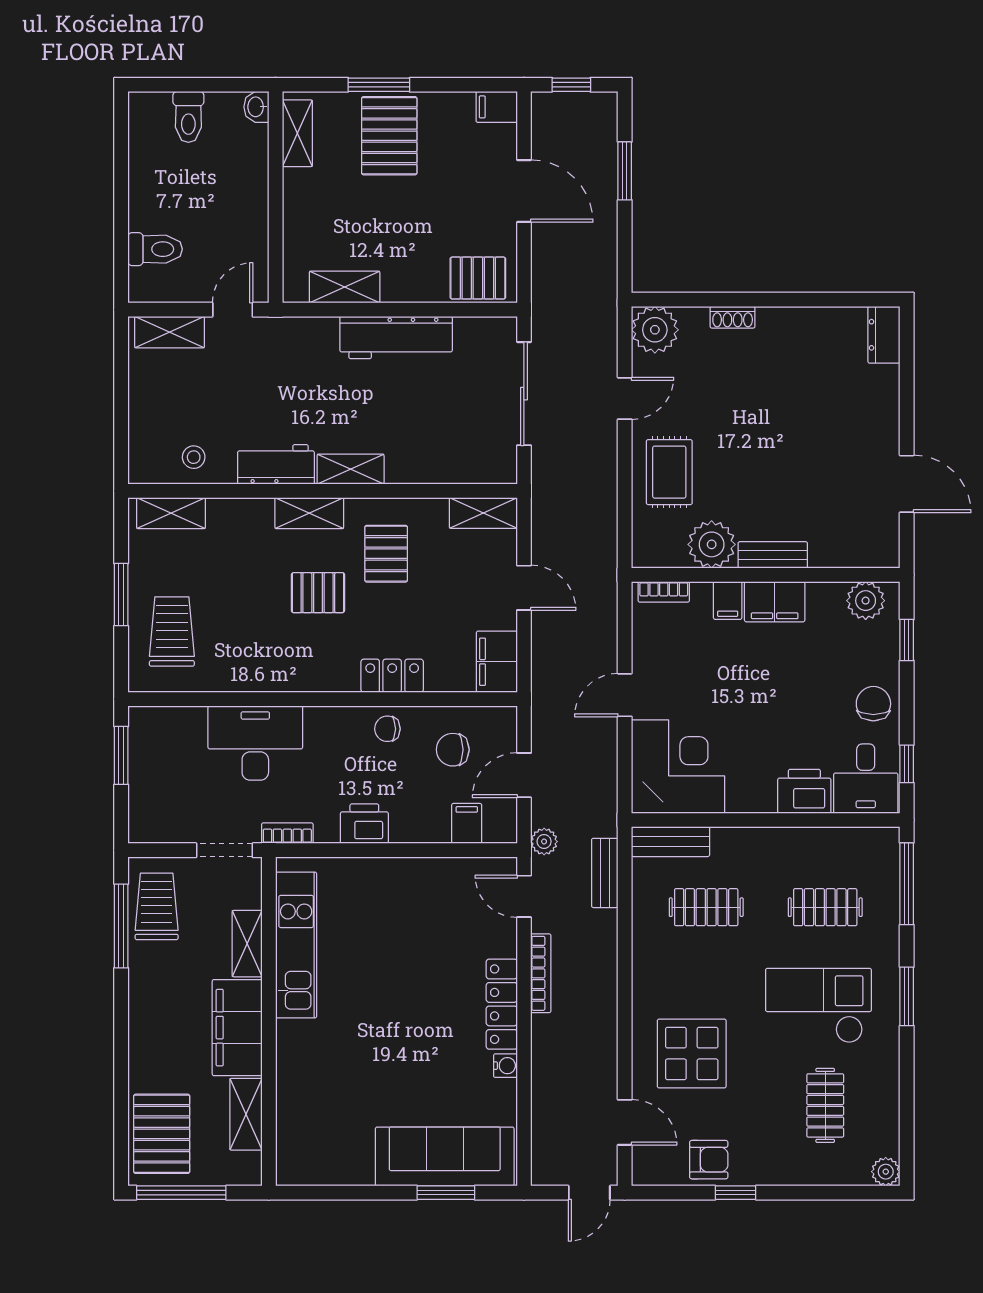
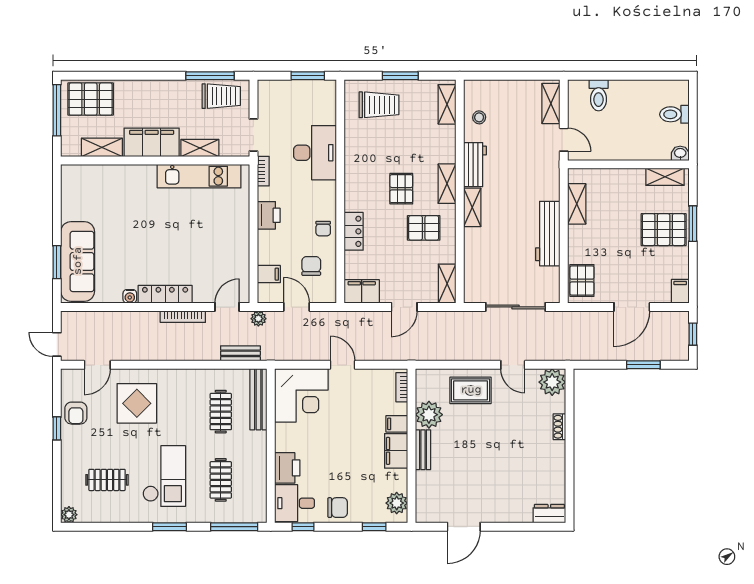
chair: (387, 729) -> (323, 229), turned 180
bench: (670, 842) -> (258, 399), width x1.36

